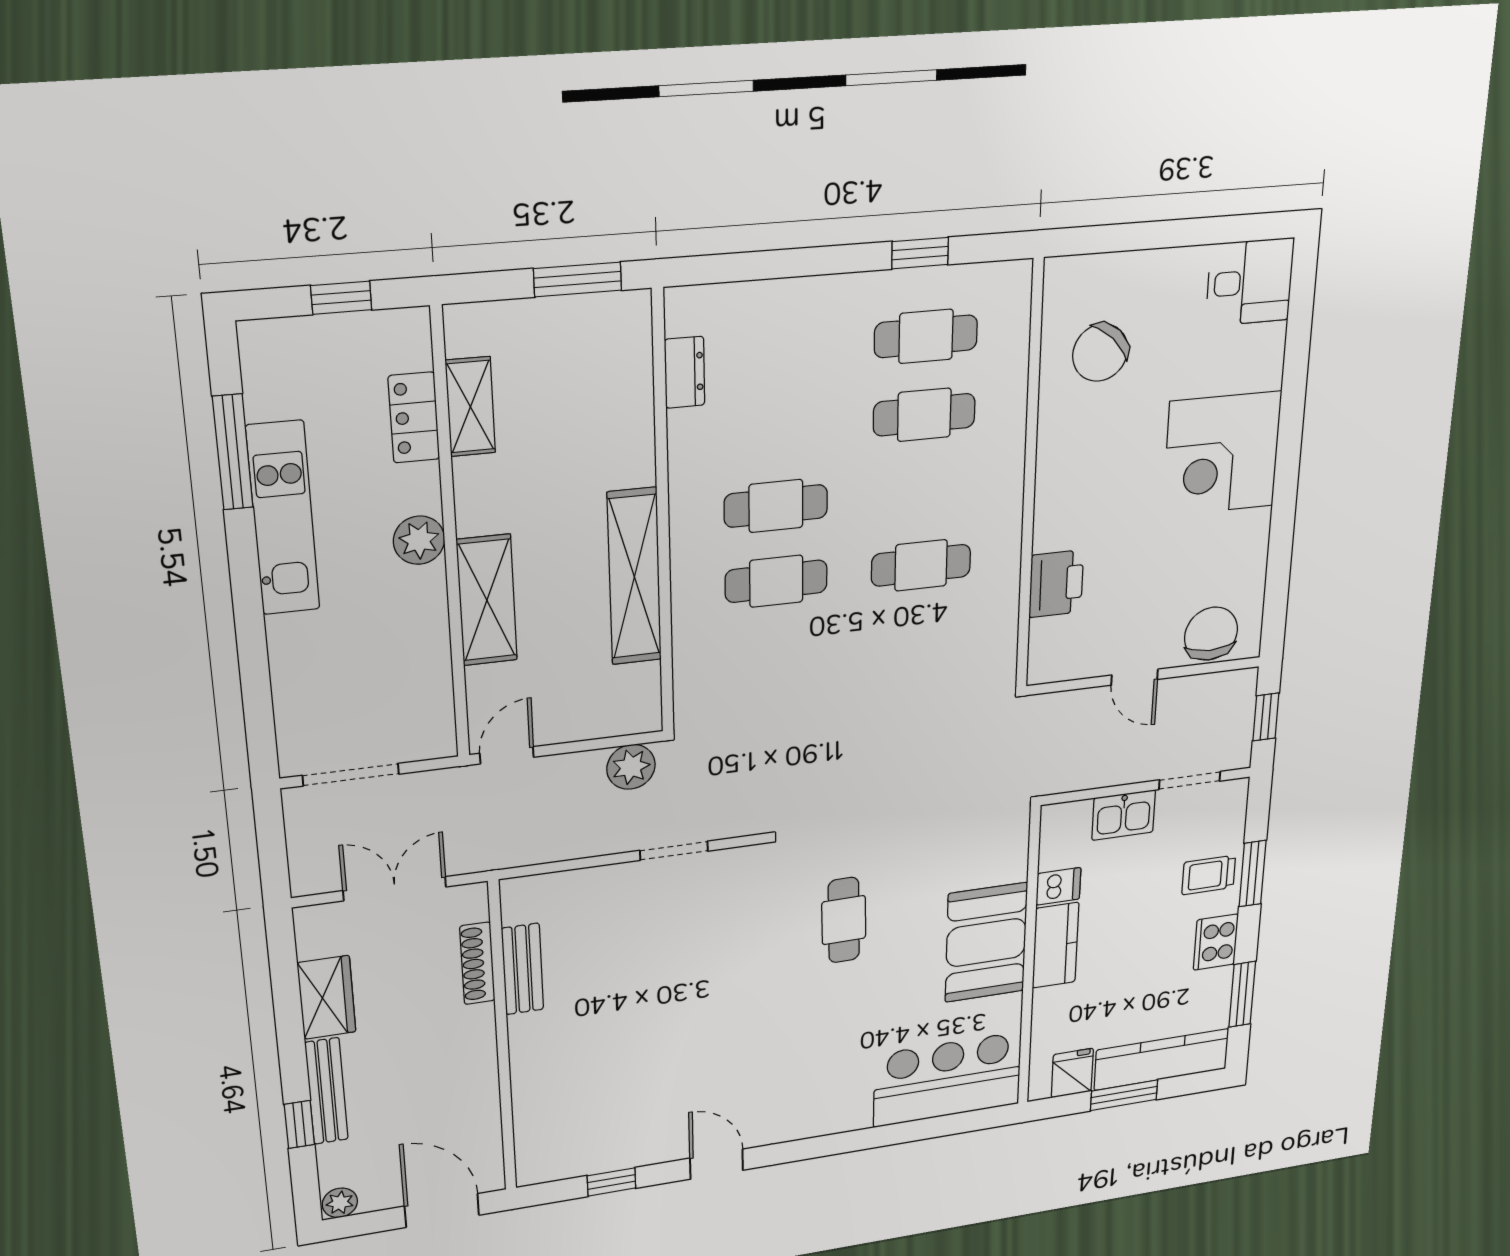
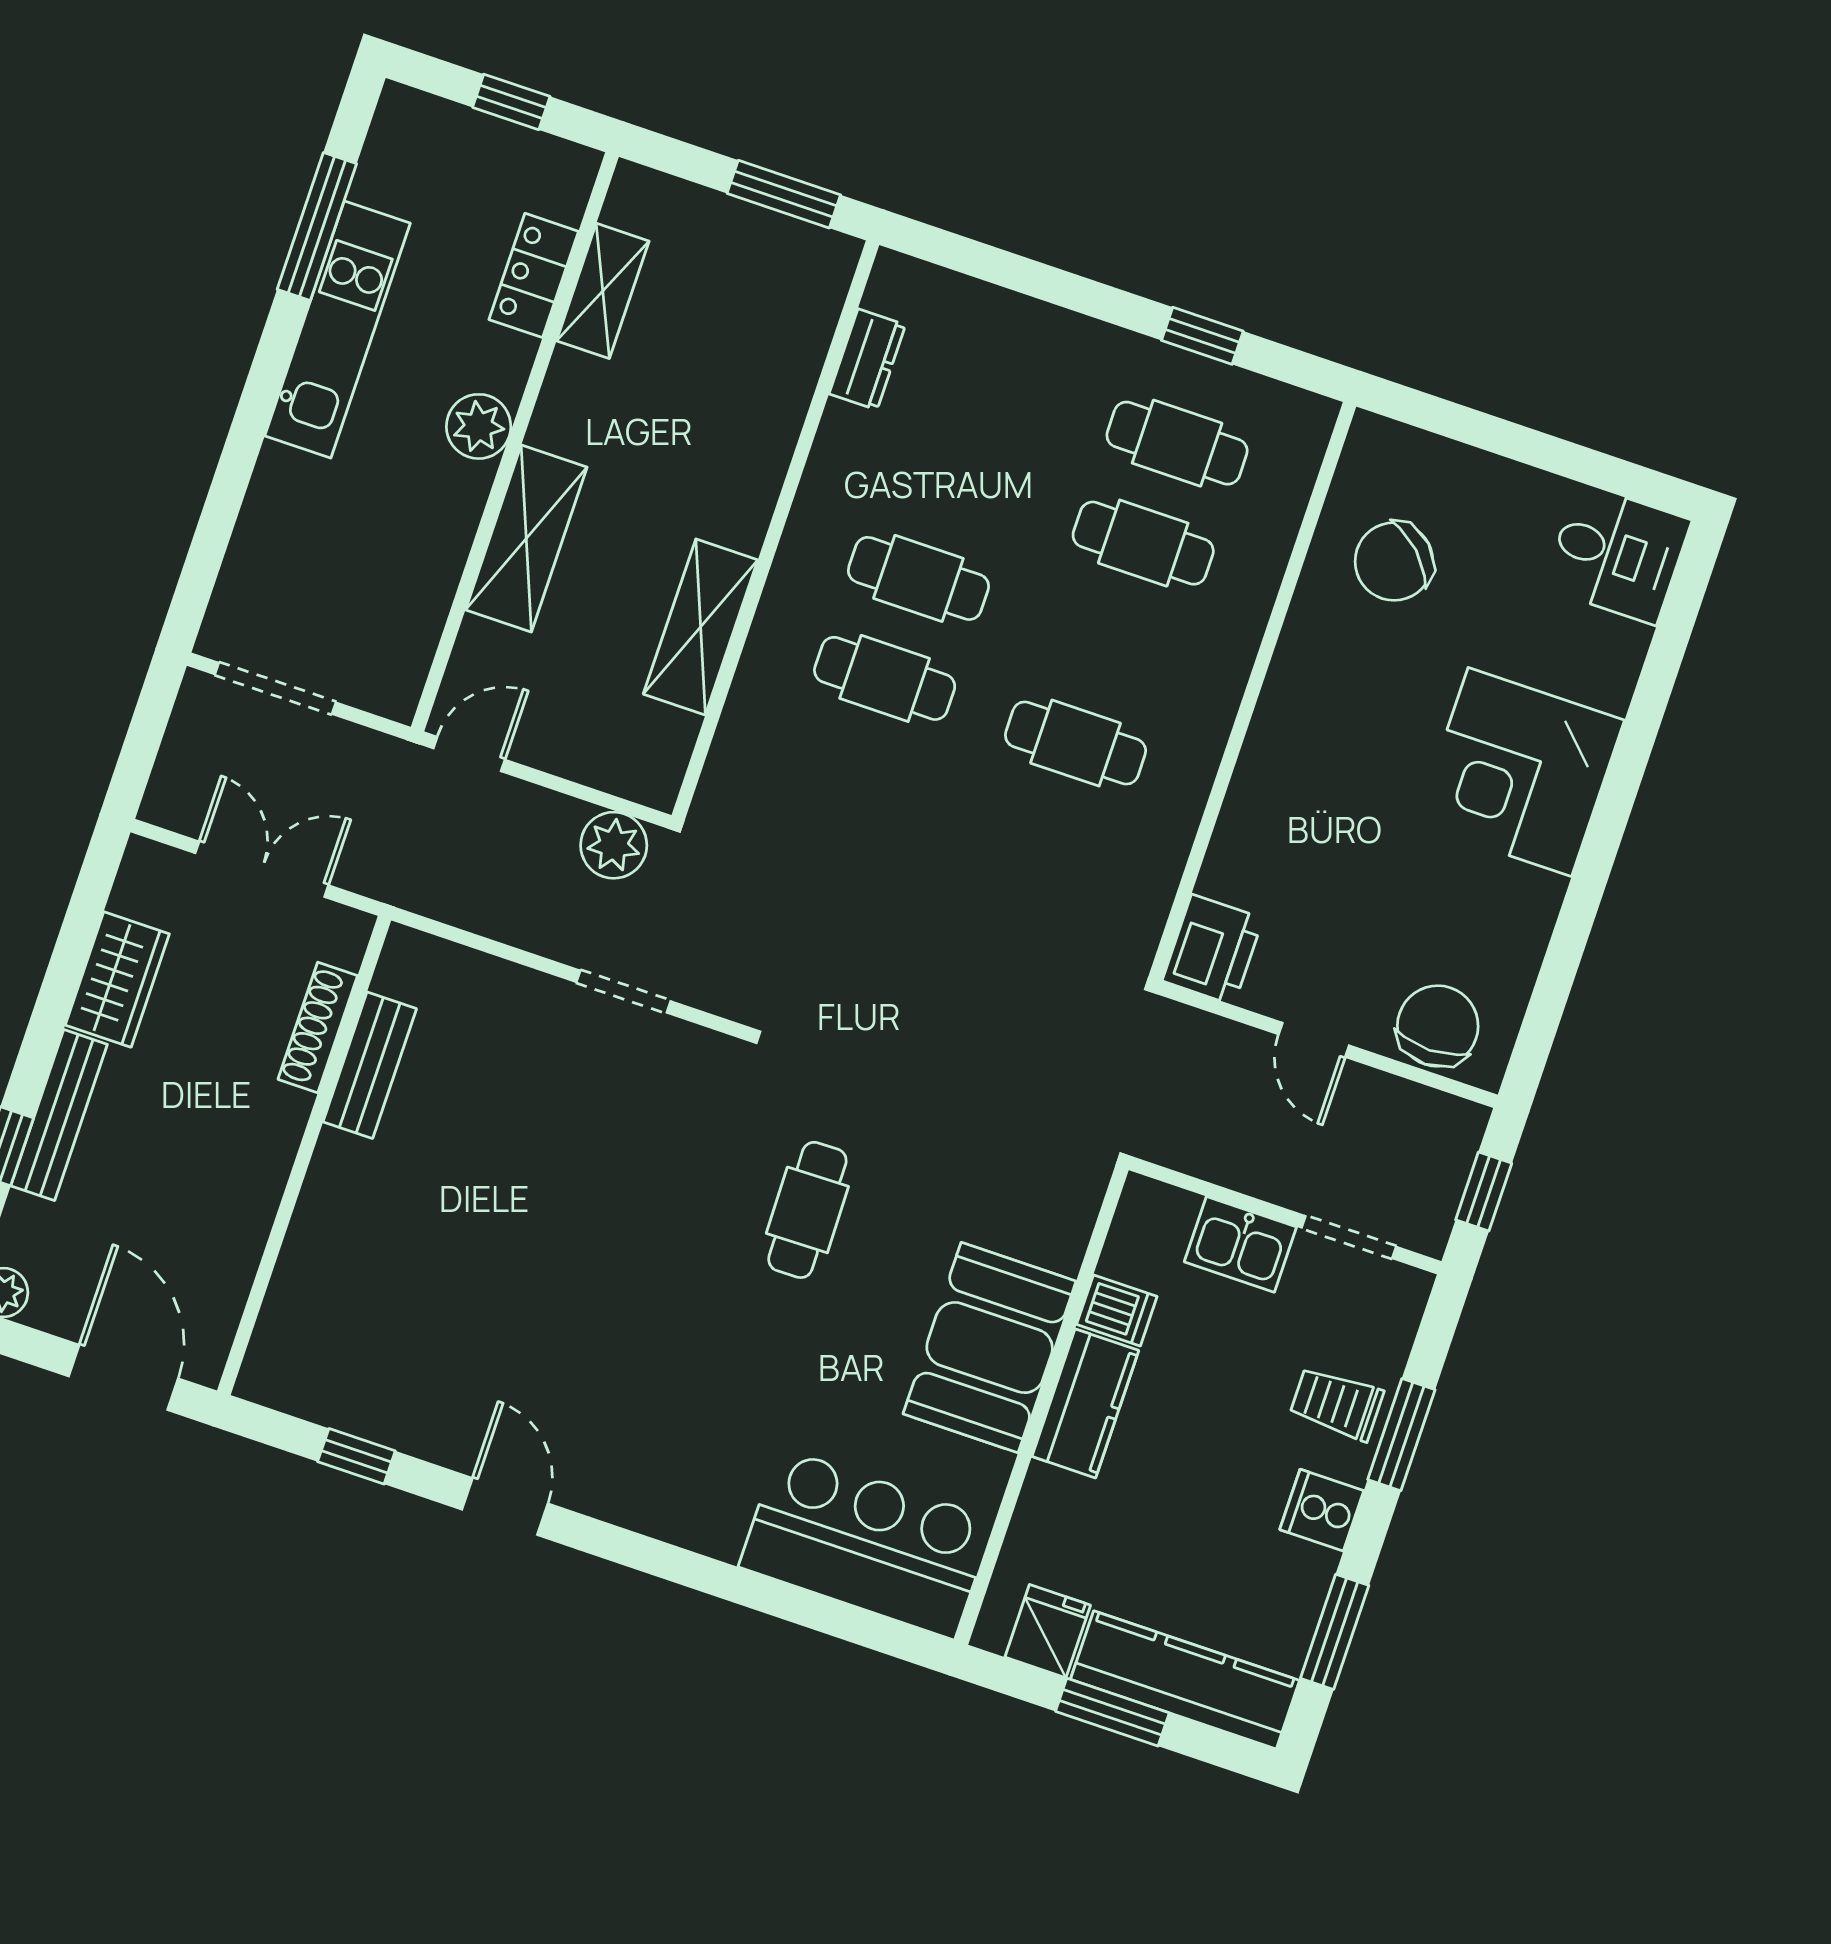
shelving: (634, 577) -> (701, 627), width x0.68
printer: (1056, 584) -> (1213, 950), moved
cooker: (1216, 942) -> (1322, 1510), width x0.73

